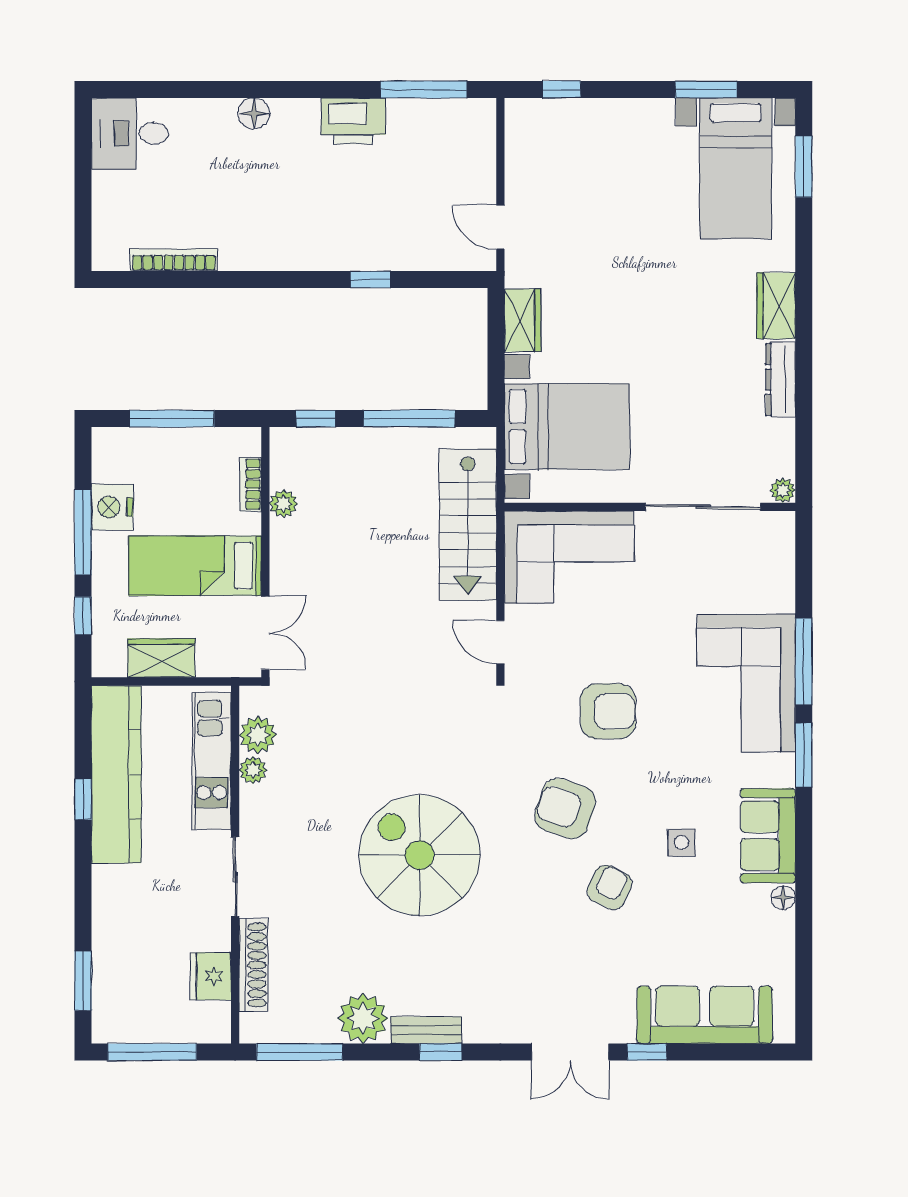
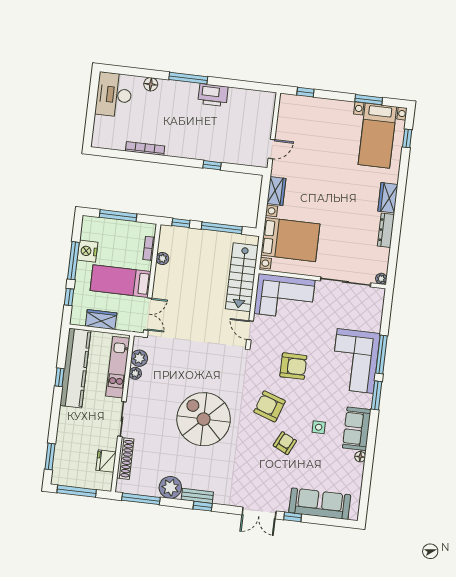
window: (424, 89) -> (188, 78), moved
floor lamp: (254, 113) -> (151, 84), moved
desk: (130, 133) -> (114, 95), width x1.37
window: (804, 167) -> (407, 138), width x0.67
door: (500, 227) -> (272, 149), swing flipped
bookcase: (174, 260) -> (145, 149), moved

